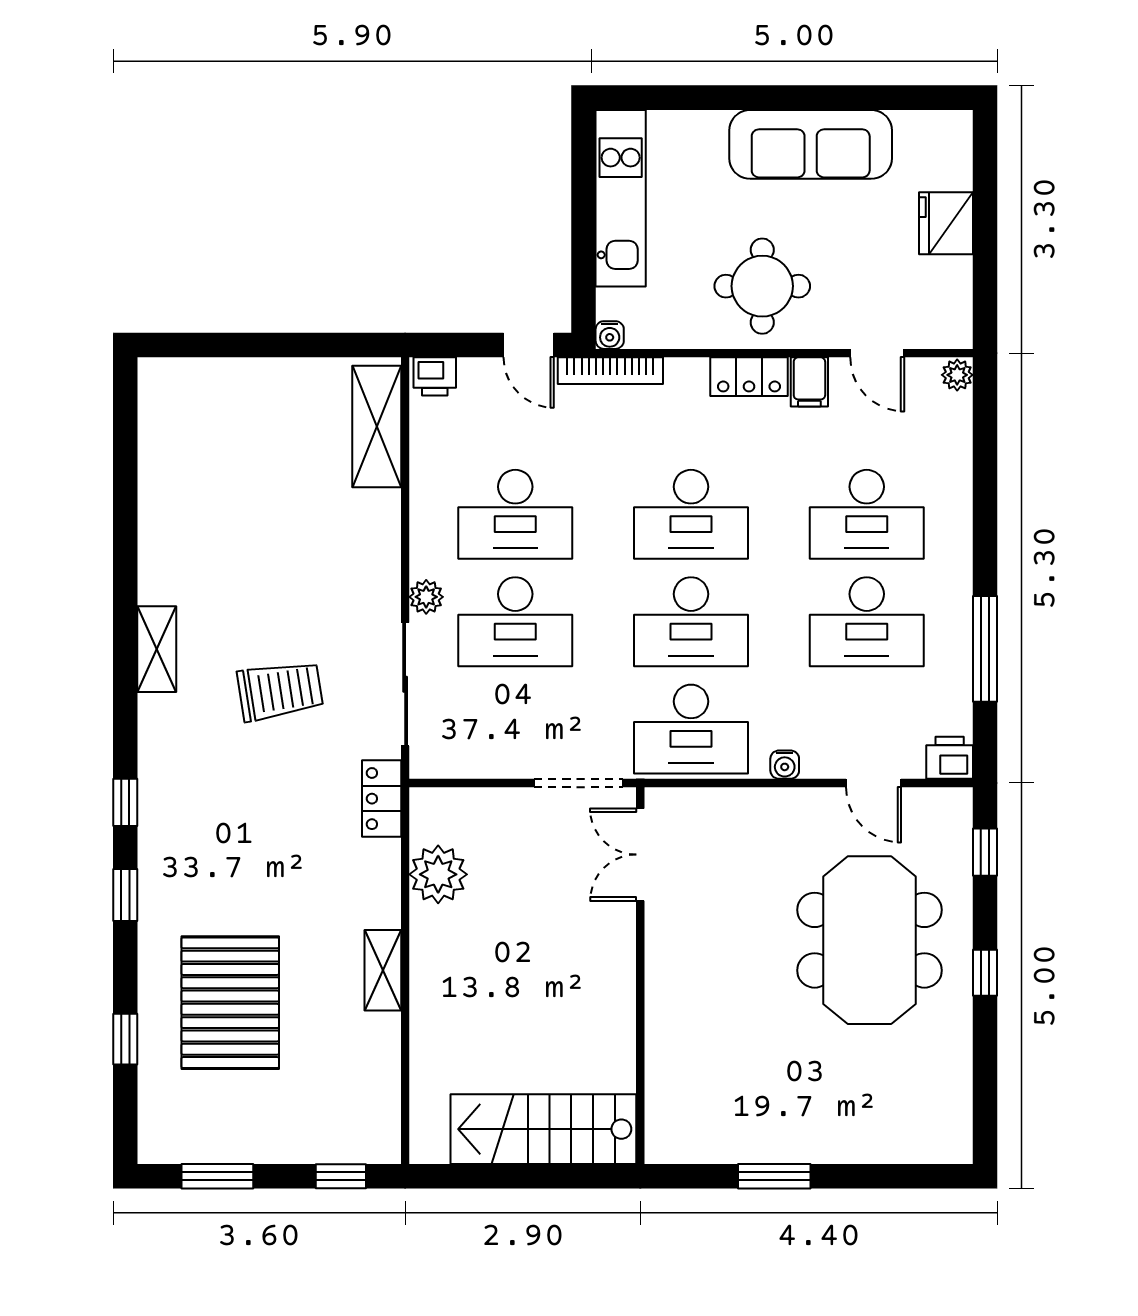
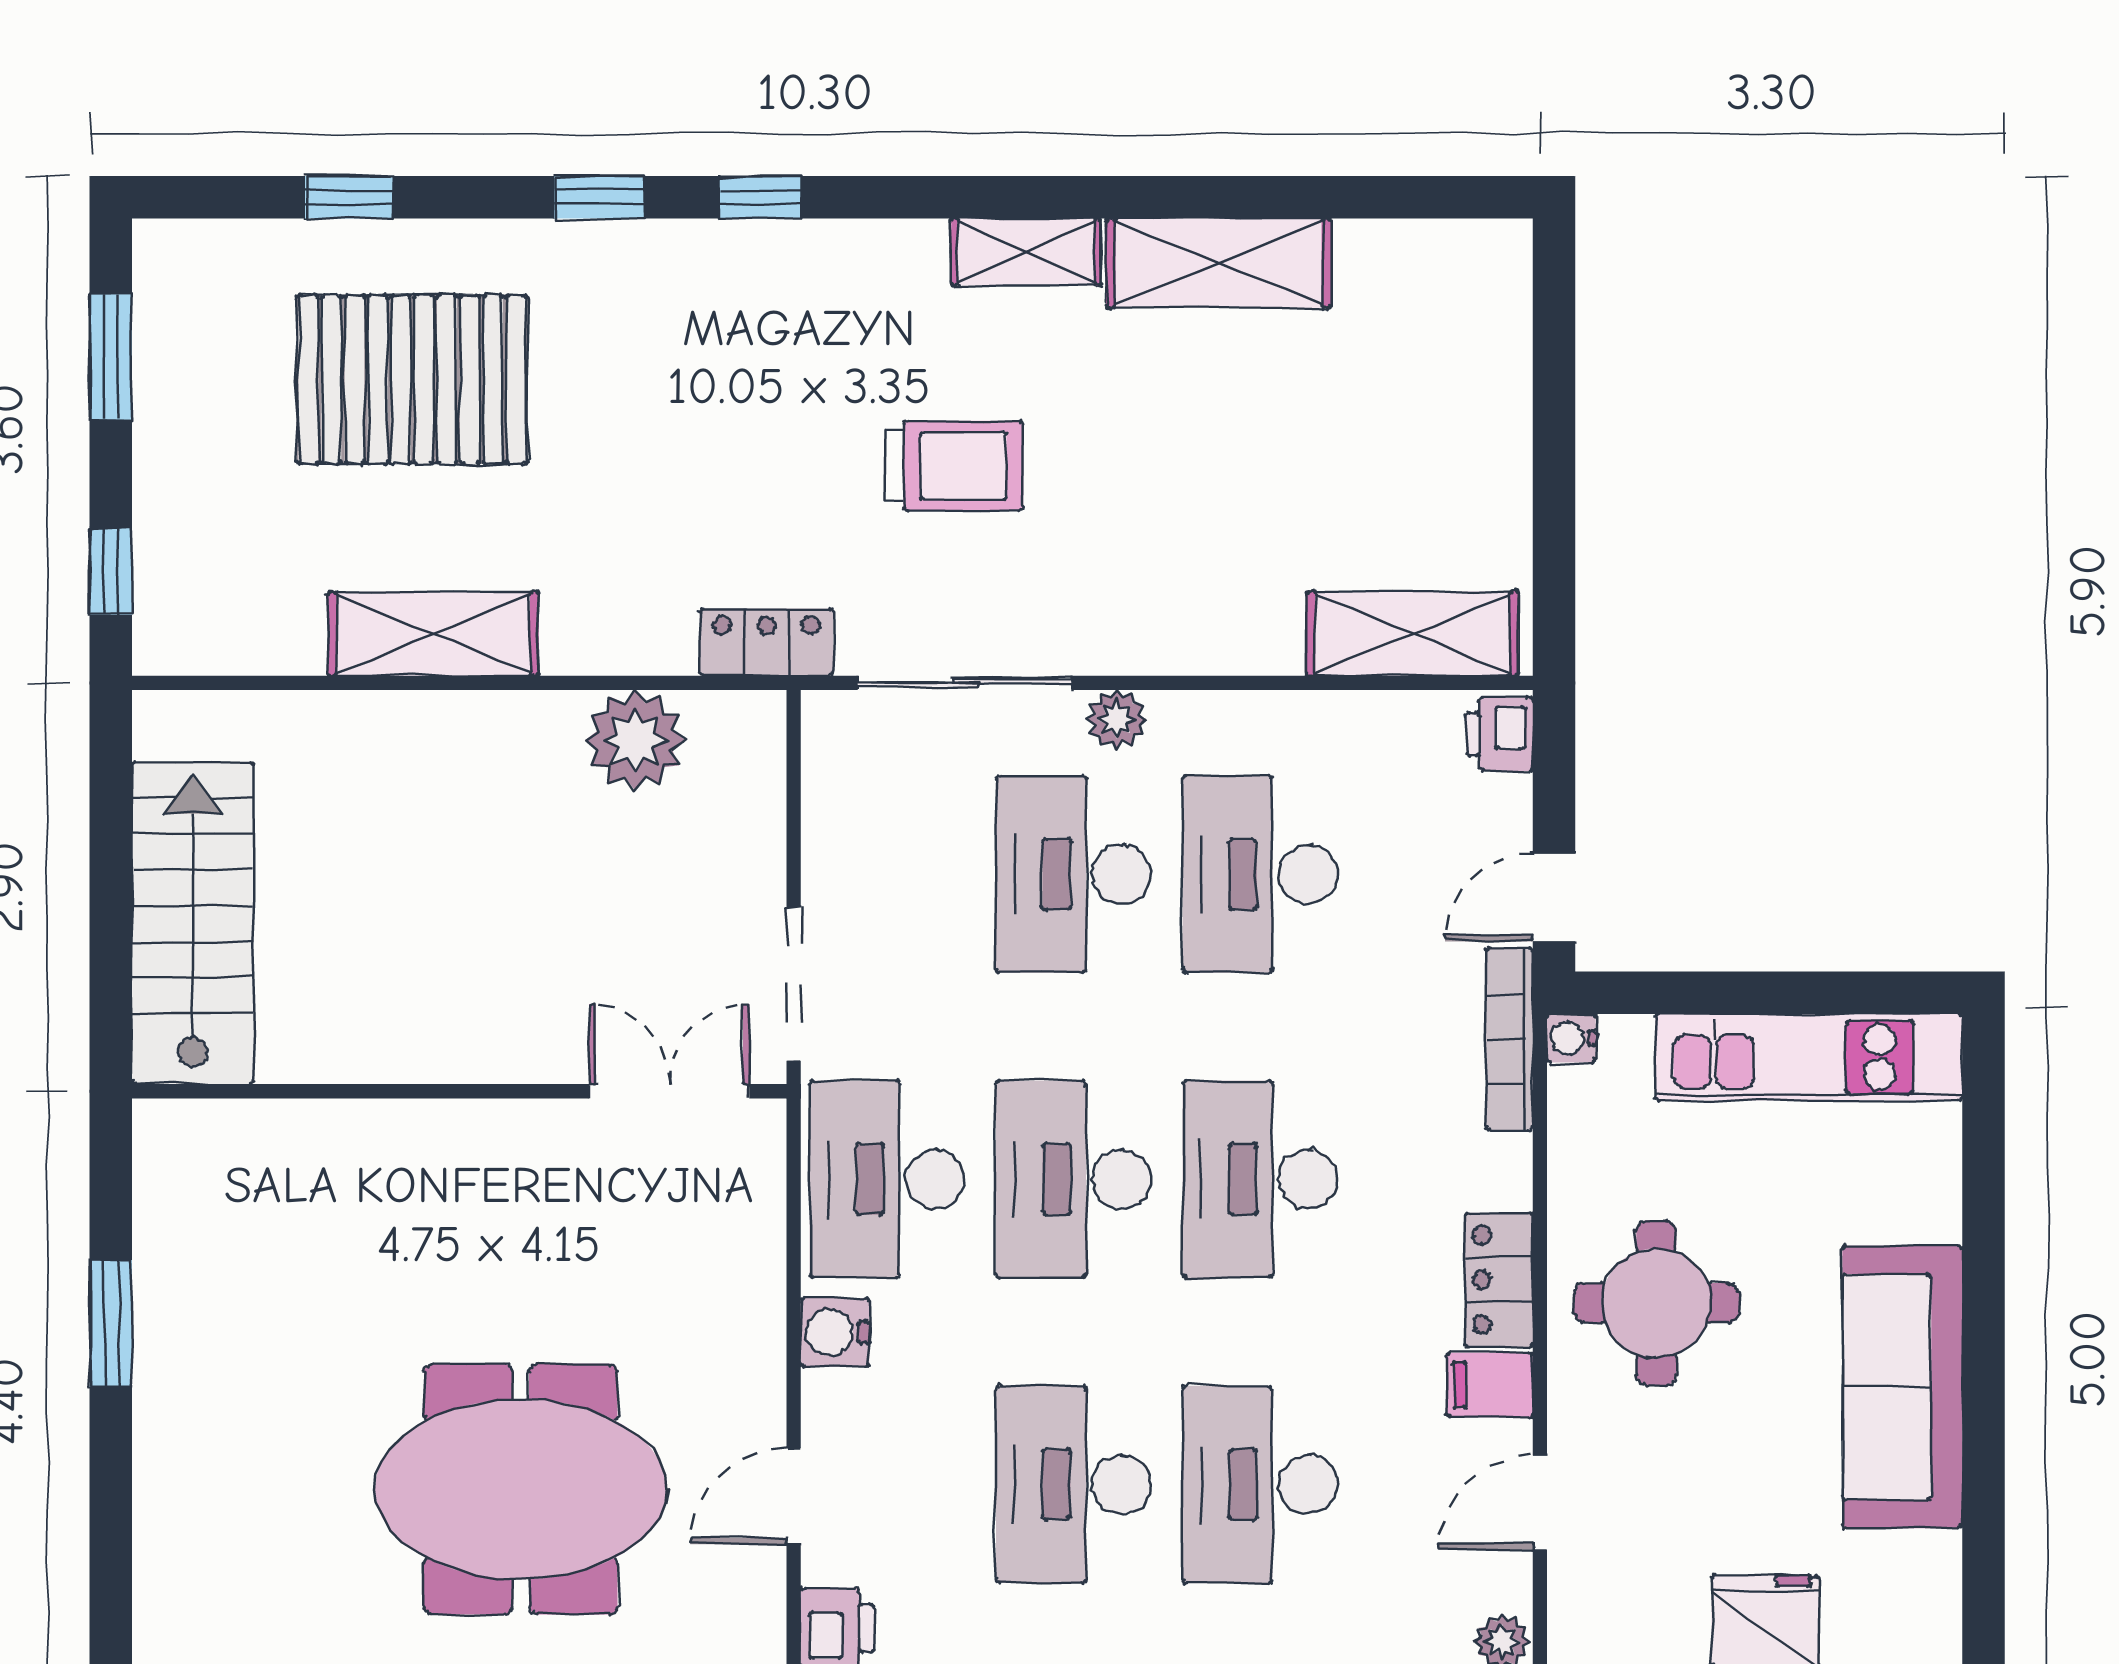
shelving: (163, 538) -> (1218, 263), added
trolley: (280, 691) -> (954, 466), turned -81
water cooler: (785, 765) -> (835, 1332), width x1.38, depth x1.38
shelving: (383, 970) -> (433, 634), width x1.50, depth x1.33

